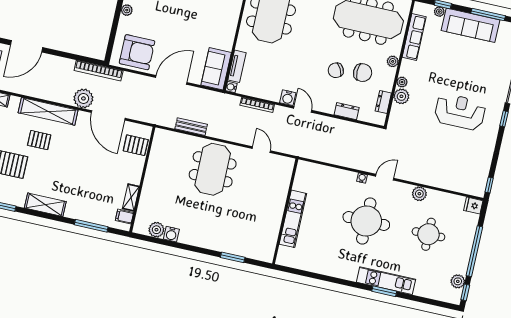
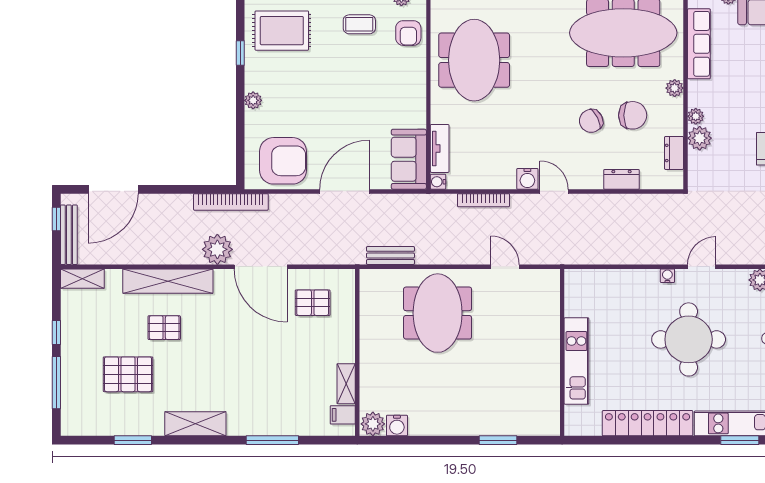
wall: (142, 179) -> (357, 352), moved
shelving: (131, 198) -> (346, 384), moved
filing cabinet: (124, 217) -> (343, 415), moved
locker: (329, 268) -> (648, 423), added

